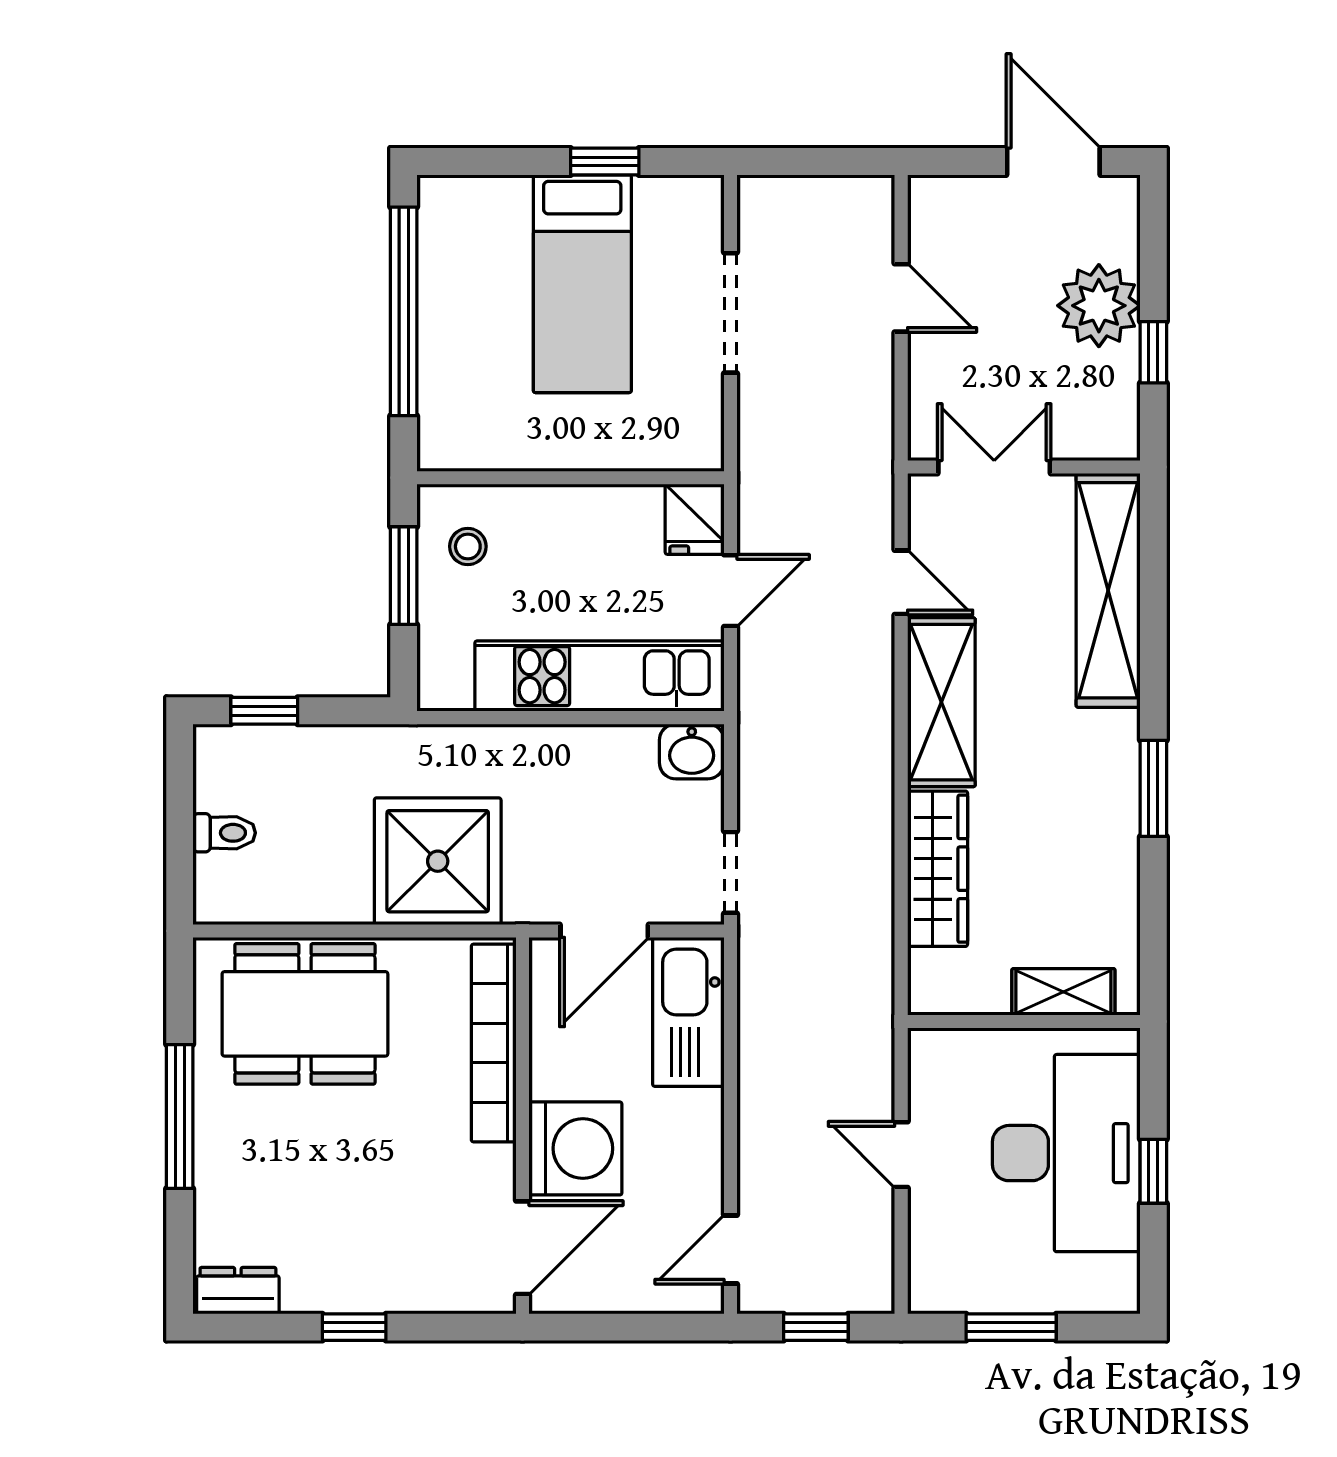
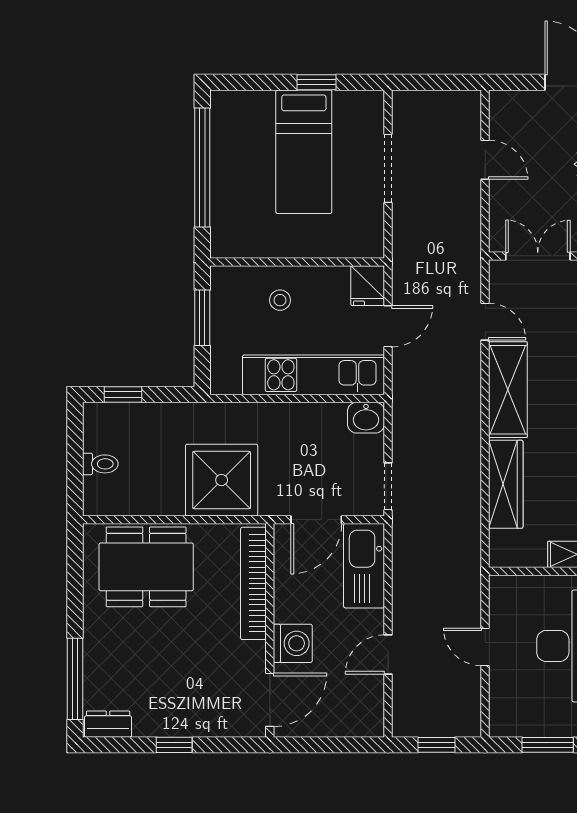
stool: (468, 546) -> (280, 300), moved
window: (180, 1116) -> (75, 679), moved
washing machine: (575, 1148) -> (293, 643), width x0.73, depth x0.73
door: (730, 1250) -> (388, 654), moved

